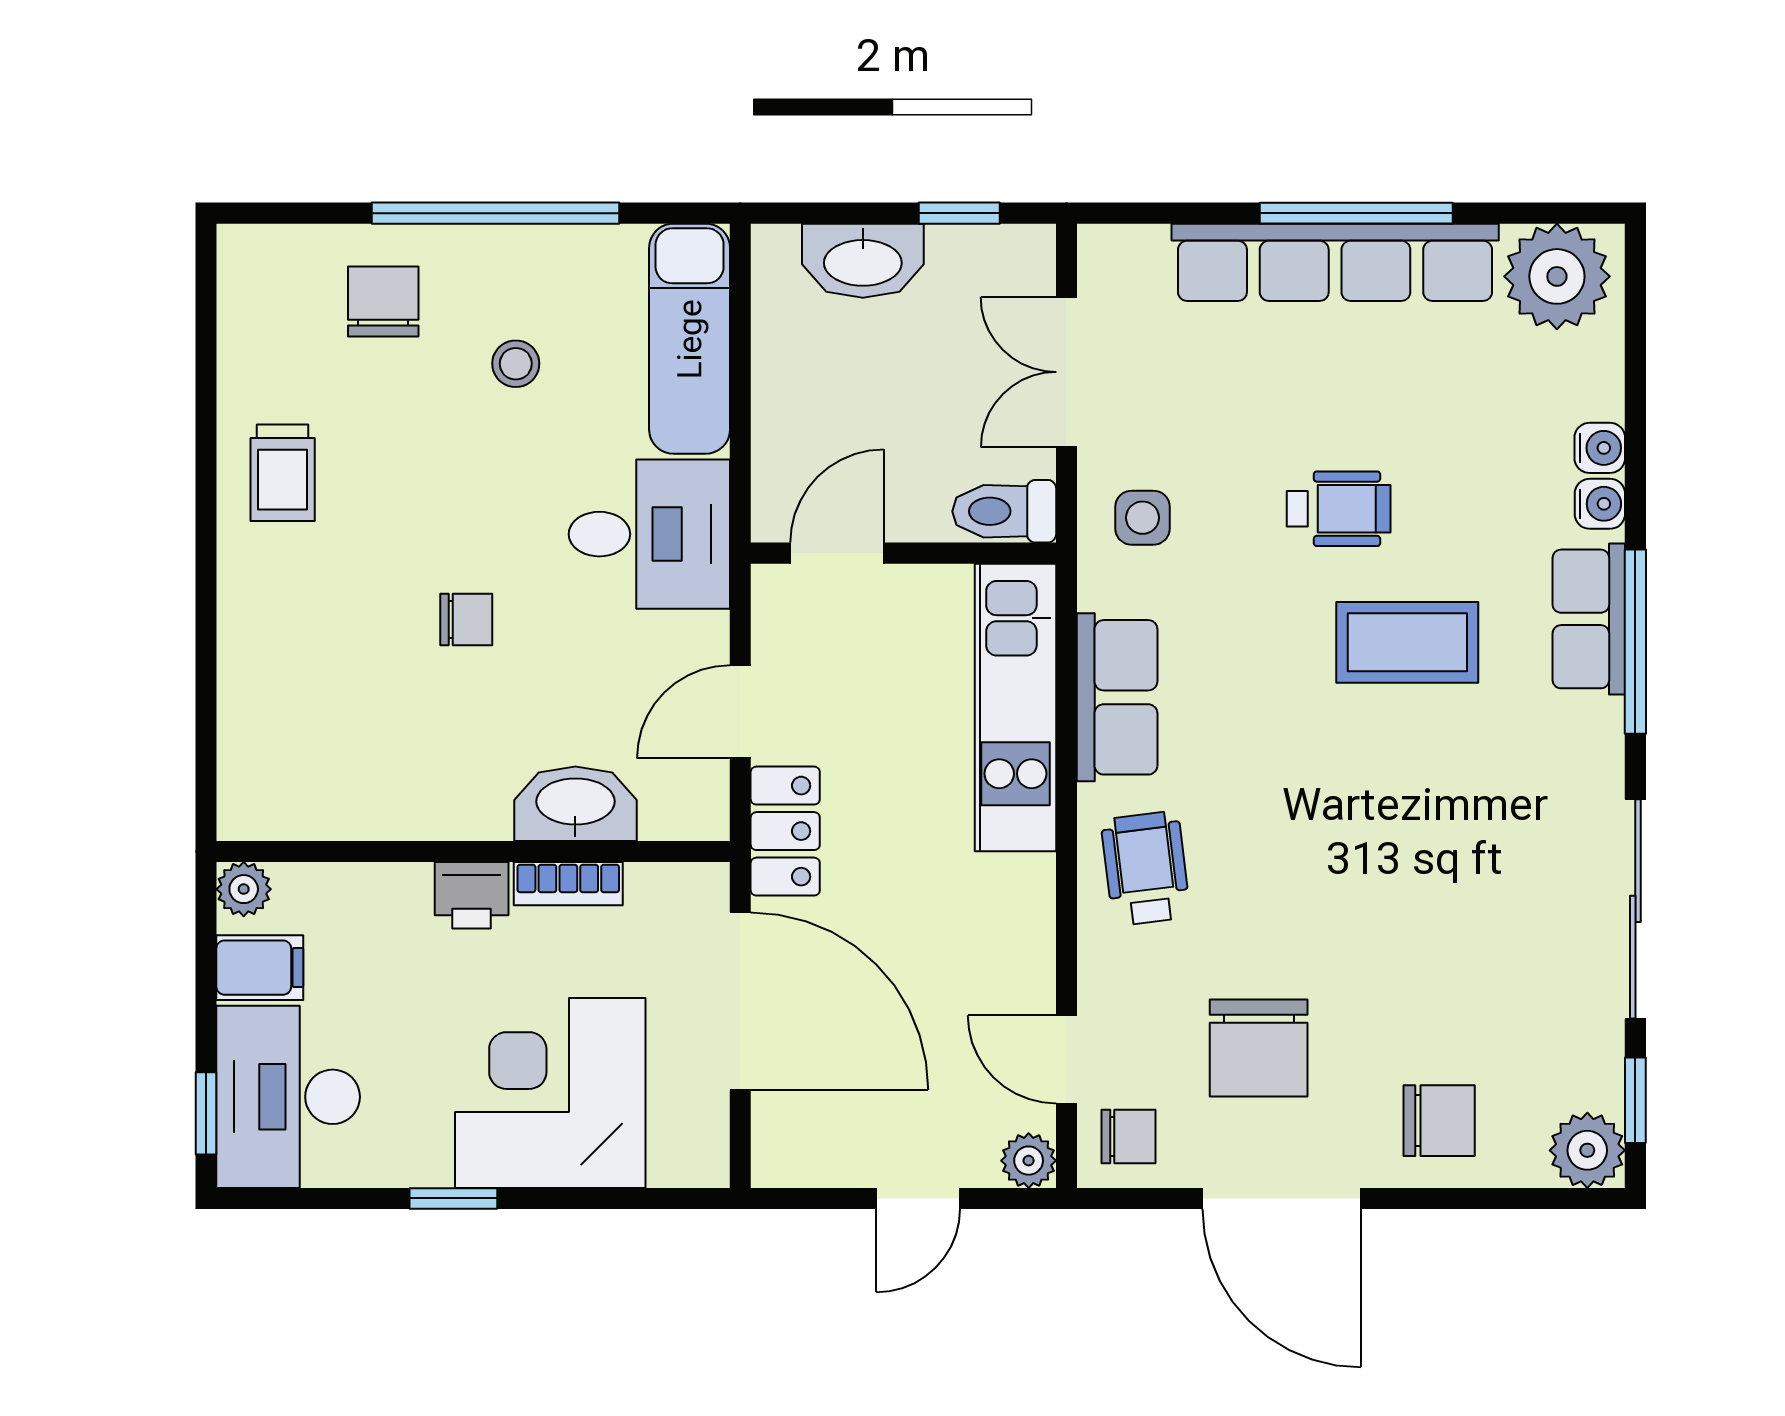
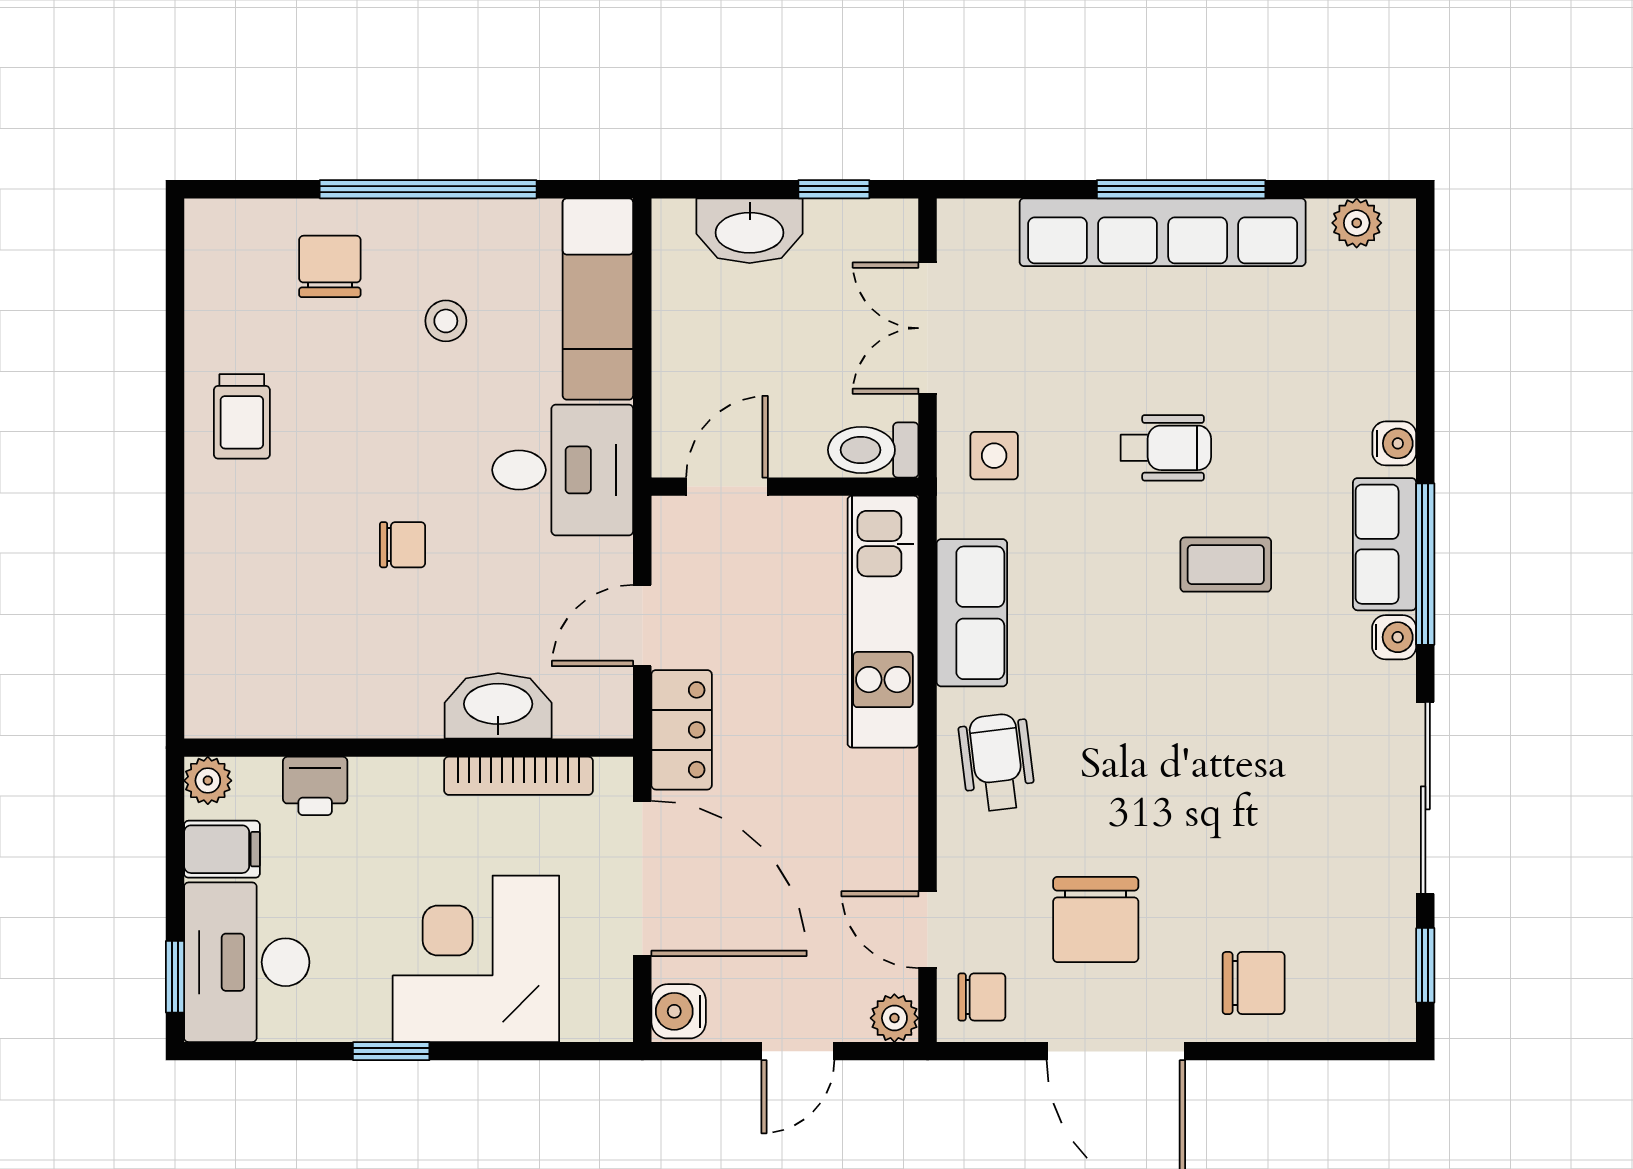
plant: (1557, 276) -> (1357, 223), width x0.53, depth x0.53
water cooler: (1600, 448) -> (1394, 637), moved
coffee table: (1407, 642) -> (1226, 565), width x0.73, depth x0.77
bookcase: (568, 884) -> (519, 776), width x1.56
printer: (472, 895) -> (315, 786), moved
plant: (1587, 1150) -> (1383, 1009), removed
water cooler: (782, 1153) -> (679, 1011), added

